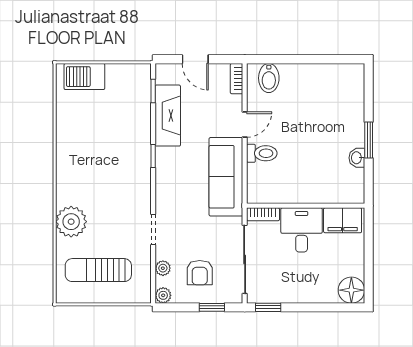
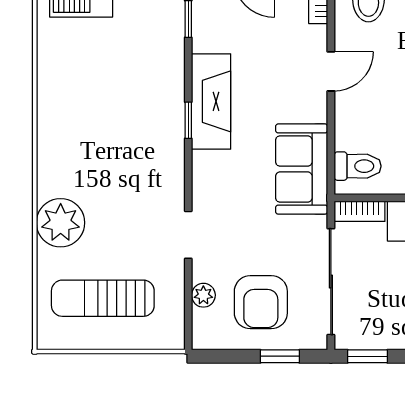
fireplace: (168, 116) -> (211, 101), moved
toilet: (262, 153) -> (358, 166), moved
sofa: (226, 177) -> (302, 169), width x0.73
armchair: (200, 273) -> (261, 302), width x1.38, depth x1.38
plant: (163, 295) -> (204, 338), removed

